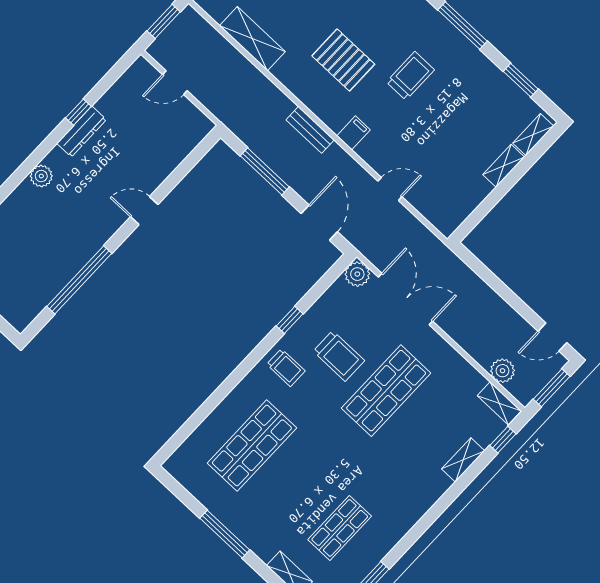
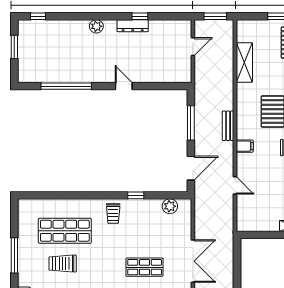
door: (175, 83) -> (193, 47), swing flipped
plant: (357, 274) -> (170, 206), moved
double door: (405, 299) -> (193, 261), moved
trolley: (339, 356) -> (63, 263), moved, turned 90
shop shelf: (386, 391) -> (145, 267), width x0.70, depth x0.74

